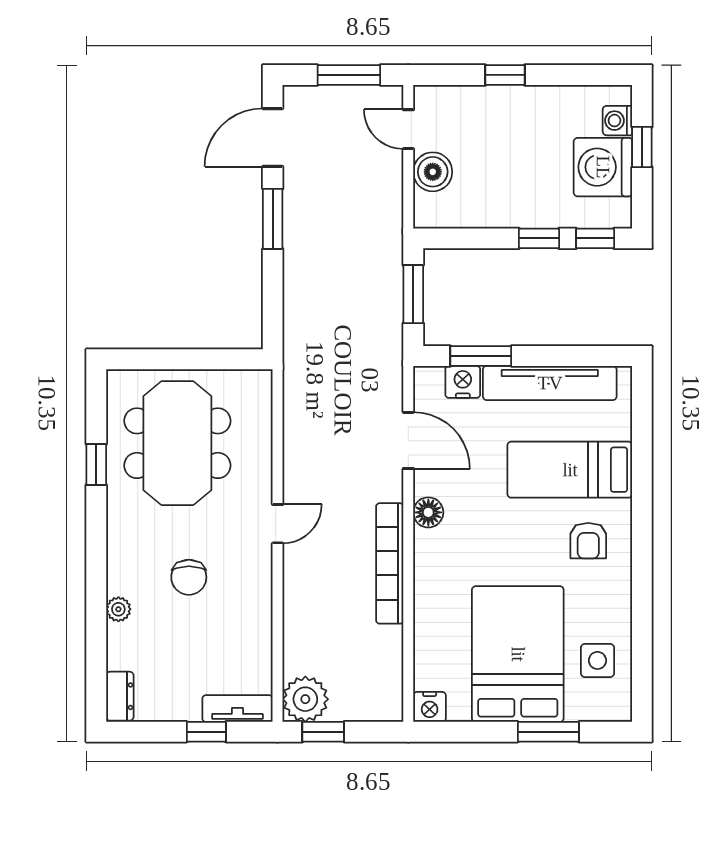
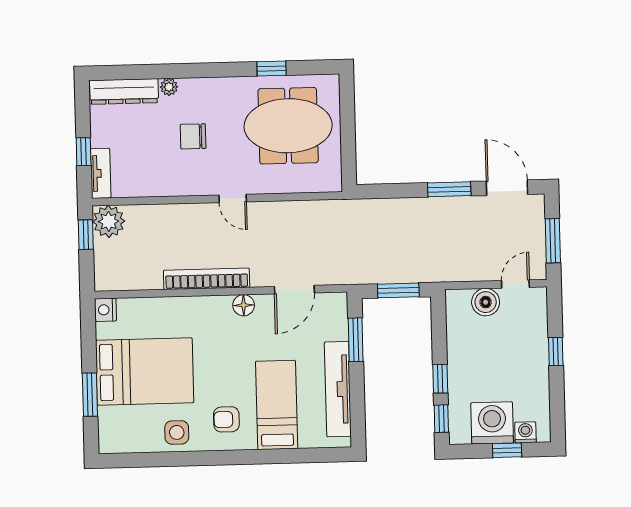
nightstand: (463, 382) -> (337, 327), removed
side table: (597, 660) -> (177, 432), moved
dresser: (120, 696) -> (124, 91), width x1.96, depth x1.24

